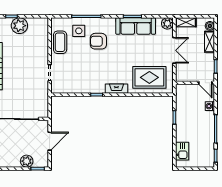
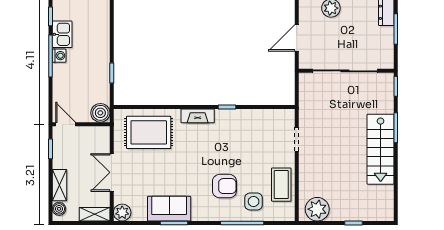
plant: (19, 26) -> (317, 209), moved
sofa: (136, 26) -> (169, 209), width x0.73
boiler: (182, 91) -> (100, 113), added
washing machine: (210, 106) -> (59, 56), moved
kitchen sink: (182, 151) -> (62, 34), moved, turned 180

